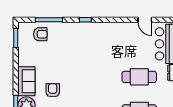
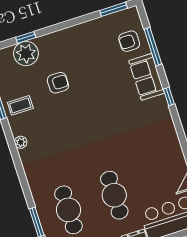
armchair: (40, 34) -> (129, 41), turned 90
sofa: (26, 81) -> (147, 77), moved, turned 90

